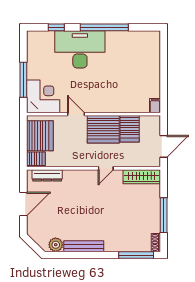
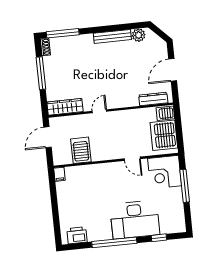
printer: (143, 39) -> (77, 235), added
server rack: (103, 129) -> (105, 147), removed

